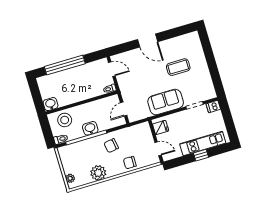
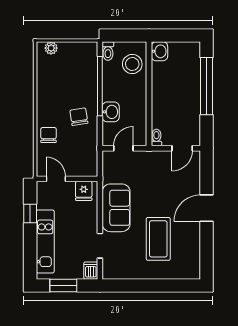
coffee table: (178, 67) -> (158, 239), width x1.36, depth x1.32
door: (124, 109) -> (123, 148), hinge flipped
window: (229, 122) -> (63, 285), added
washbasin: (90, 128) -> (111, 112), moved
door: (158, 149) -> (56, 179), swing flipped
window: (201, 155) -> (30, 213), moved
plant: (98, 173) -> (47, 88), removed

